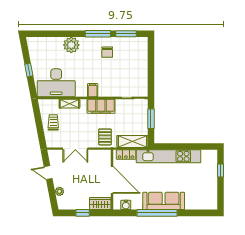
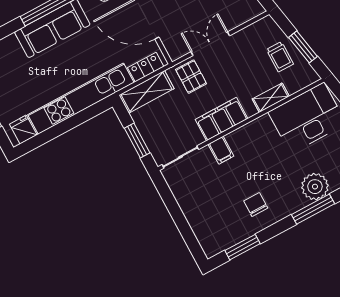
window: (98, 34) -> (313, 209), moved
filing cabinet: (93, 90) -> (221, 150), moved
window: (38, 121) -> (303, 47), added
double door: (75, 149) -> (210, 44), moved
fridge: (207, 156) -> (23, 130), added

